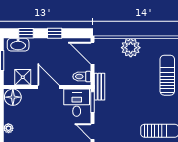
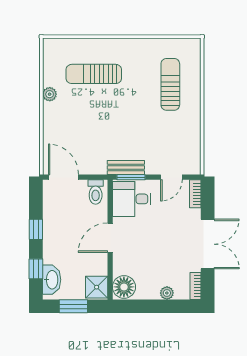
plant: (131, 48) -> (50, 94), moved, width x0.53, depth x0.53
door: (93, 53) -> (63, 177), swing flipped
shower: (23, 77) -> (97, 287), moved
bench: (99, 87) -> (126, 167), moved

